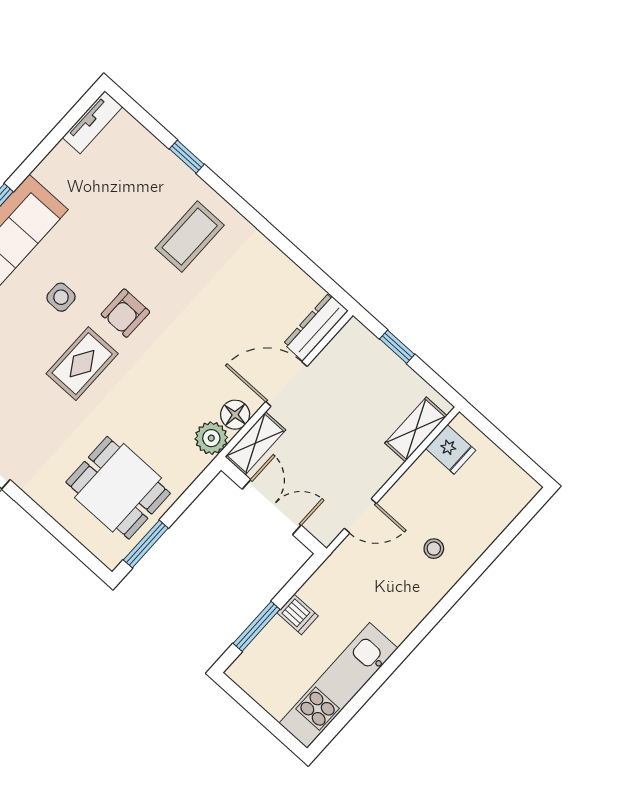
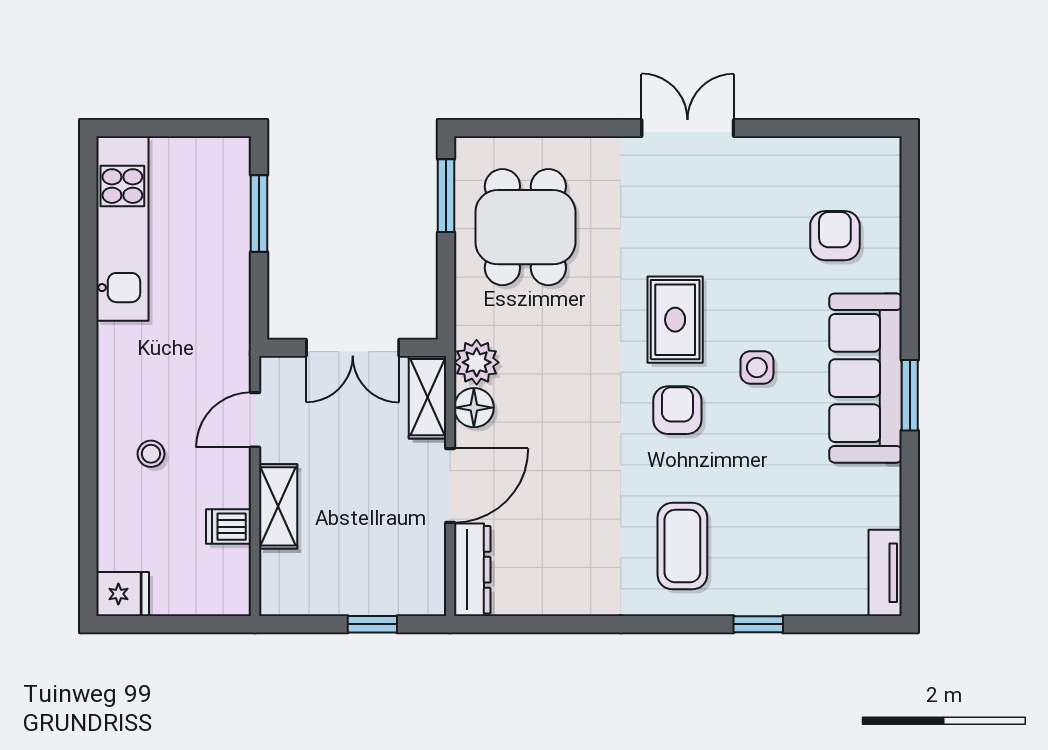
shelving: (416, 429) -> (278, 506), moved
fridge: (451, 449) -> (123, 594), moved, turned 180
dining table: (118, 488) -> (525, 227), turned 90
dishwasher: (298, 614) -> (228, 527), moved

